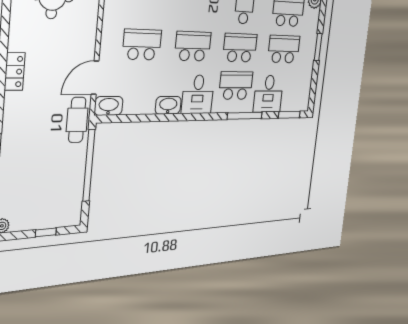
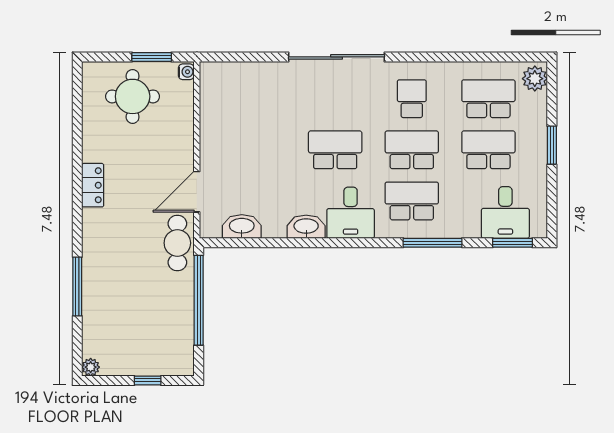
school desk: (142, 45) -> (259, 150), removed
desk: (268, 94) -> (505, 212), moved
washbasin: (109, 106) -> (242, 226), moved

